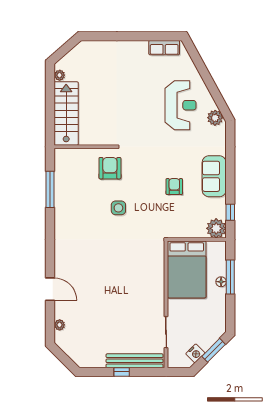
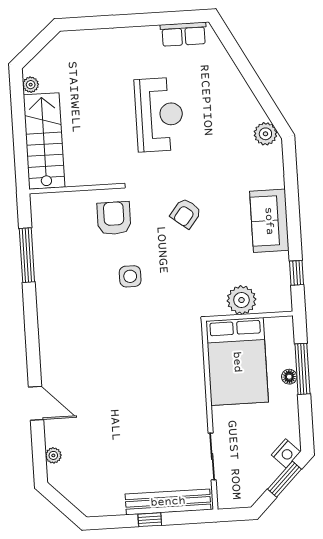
reception desk: (180, 105) -> (159, 115), moved
armchair: (174, 187) -> (186, 213), moved, turned -142
plant: (216, 228) -> (241, 300), moved
nightstand: (195, 353) -> (286, 453), moved

